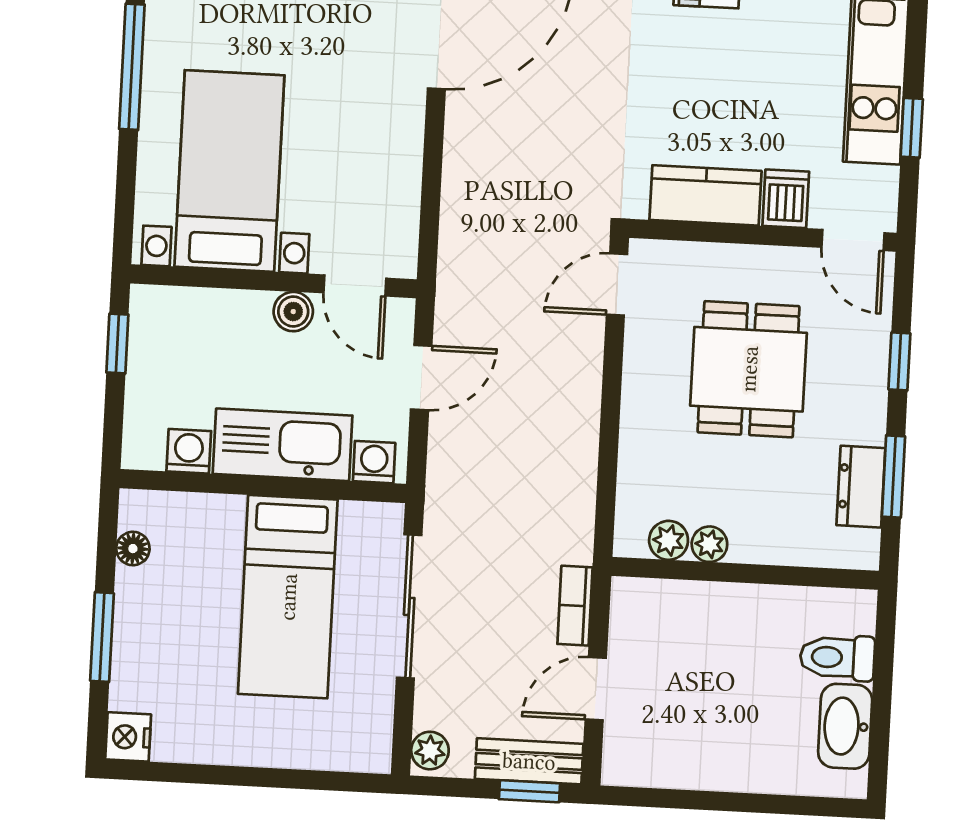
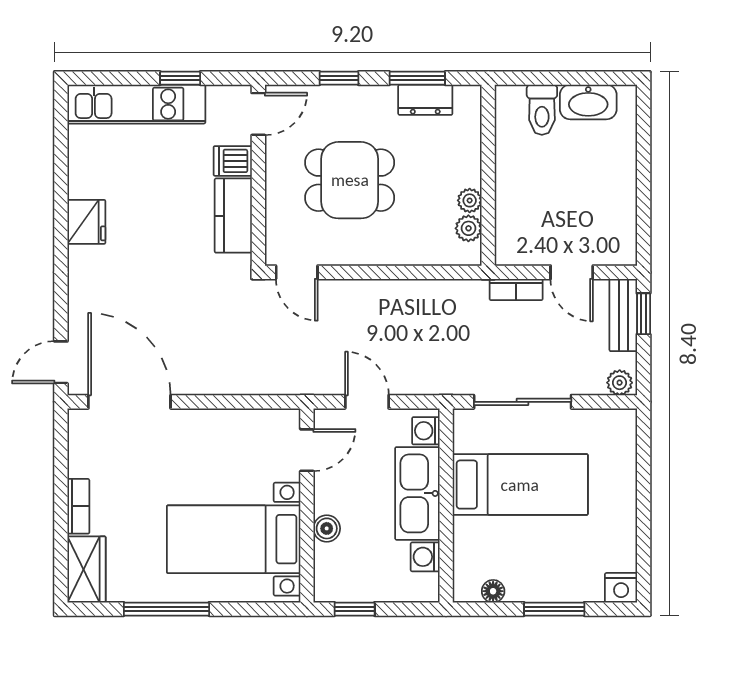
boiler: (293, 312) -> (327, 528), moved

